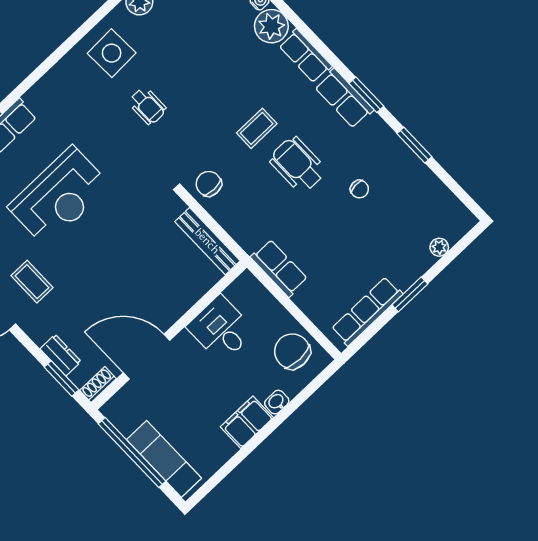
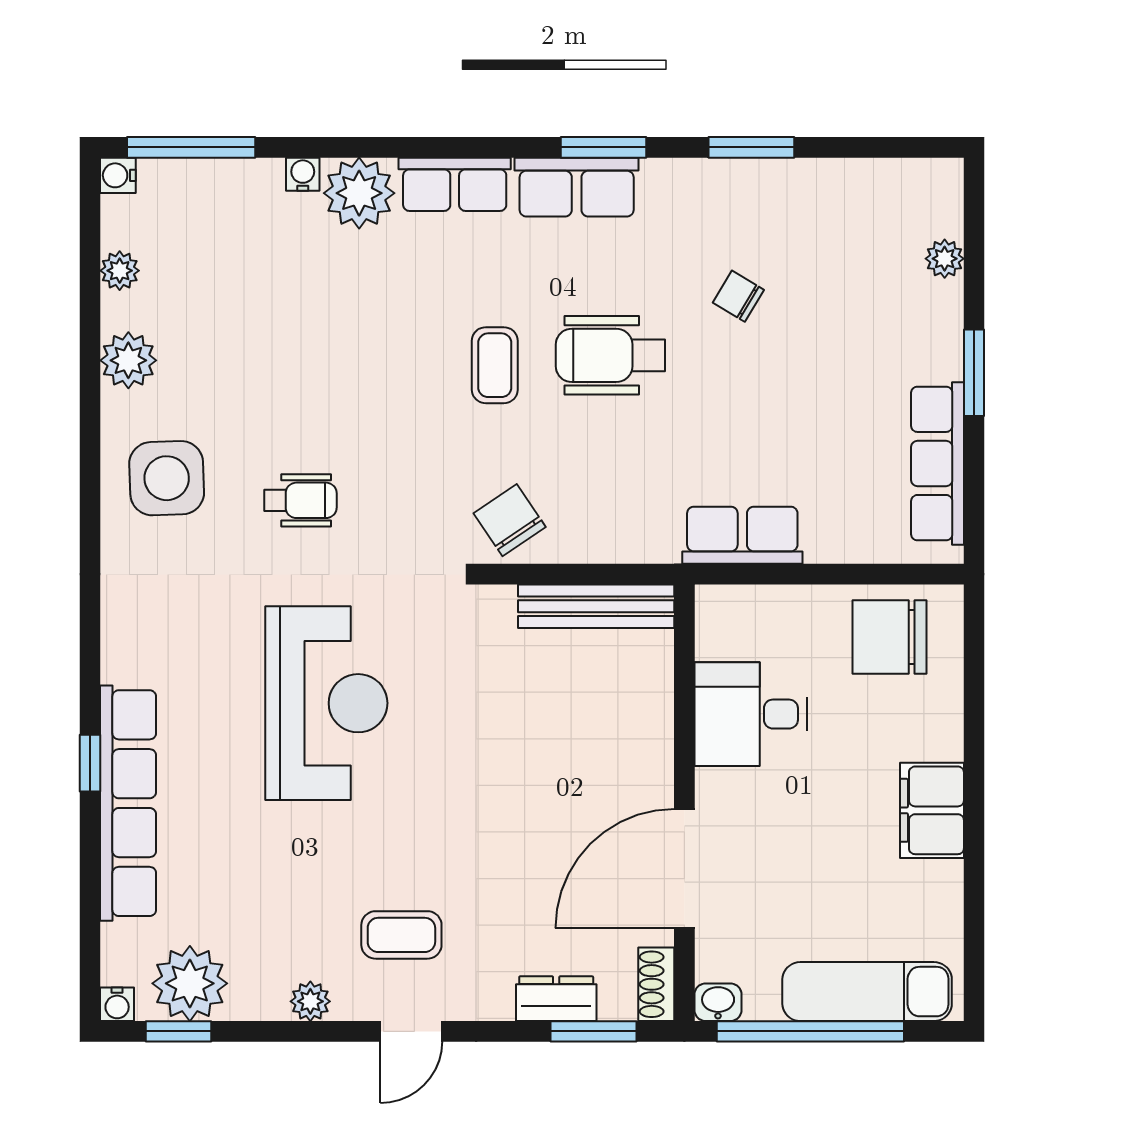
chair: (209, 184) -> (510, 520), turned 56
chair: (359, 189) -> (738, 296), turned -145
reception desk: (59, 196) -> (326, 703), moved
washbasin: (277, 402) -> (718, 1002), moved, turned 90

